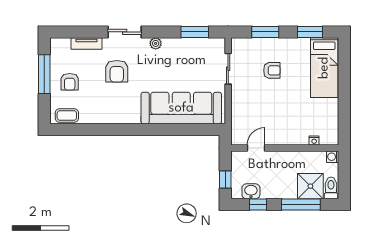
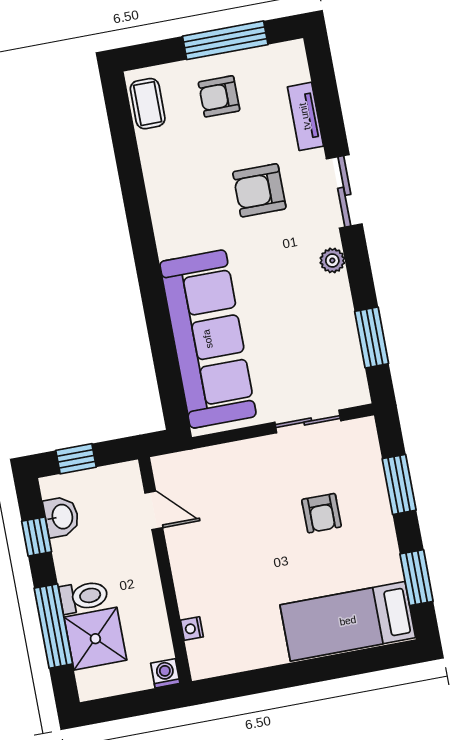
toilet: (331, 188) -> (84, 597), moved

